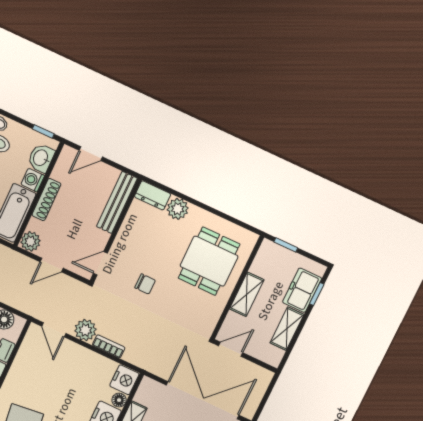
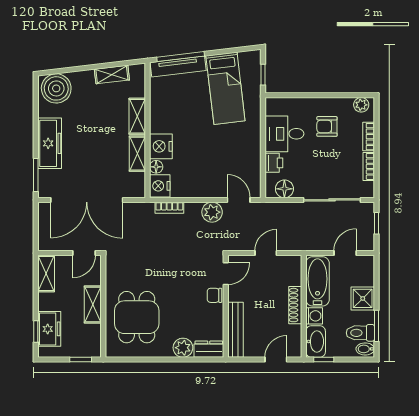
washbasin: (41, 158) -> (316, 342), width x1.38
plant: (30, 241) -> (292, 264), removed
chair: (145, 284) -> (214, 295), moved
shelving: (287, 329) -> (46, 274), moved
bookcase: (109, 346) -> (169, 208), moved

